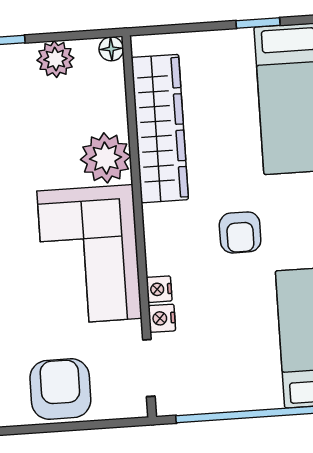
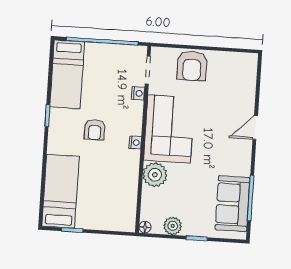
wardrobe: (160, 129) -> (127, 185), removed
armchair: (240, 232) -> (95, 130), turned 180
nightstand: (159, 289) -> (135, 143), moved

